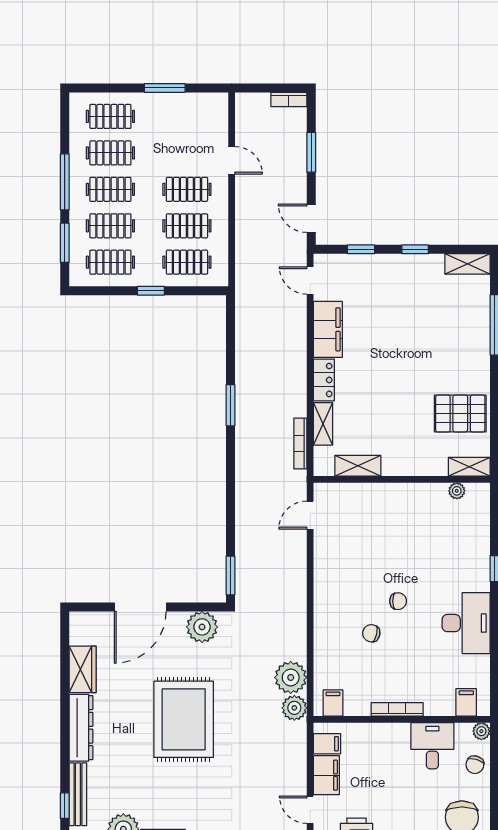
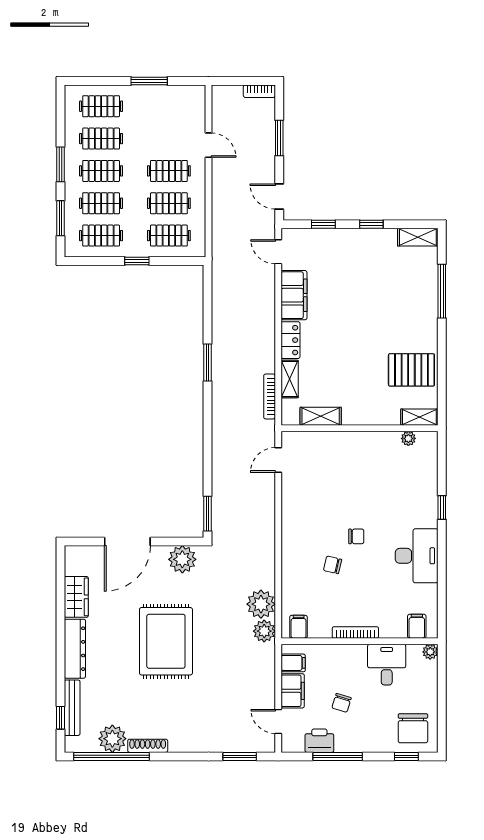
window: (65, 182) -> (60, 164), width x0.69
chair: (475, 765) -> (342, 703), moved

